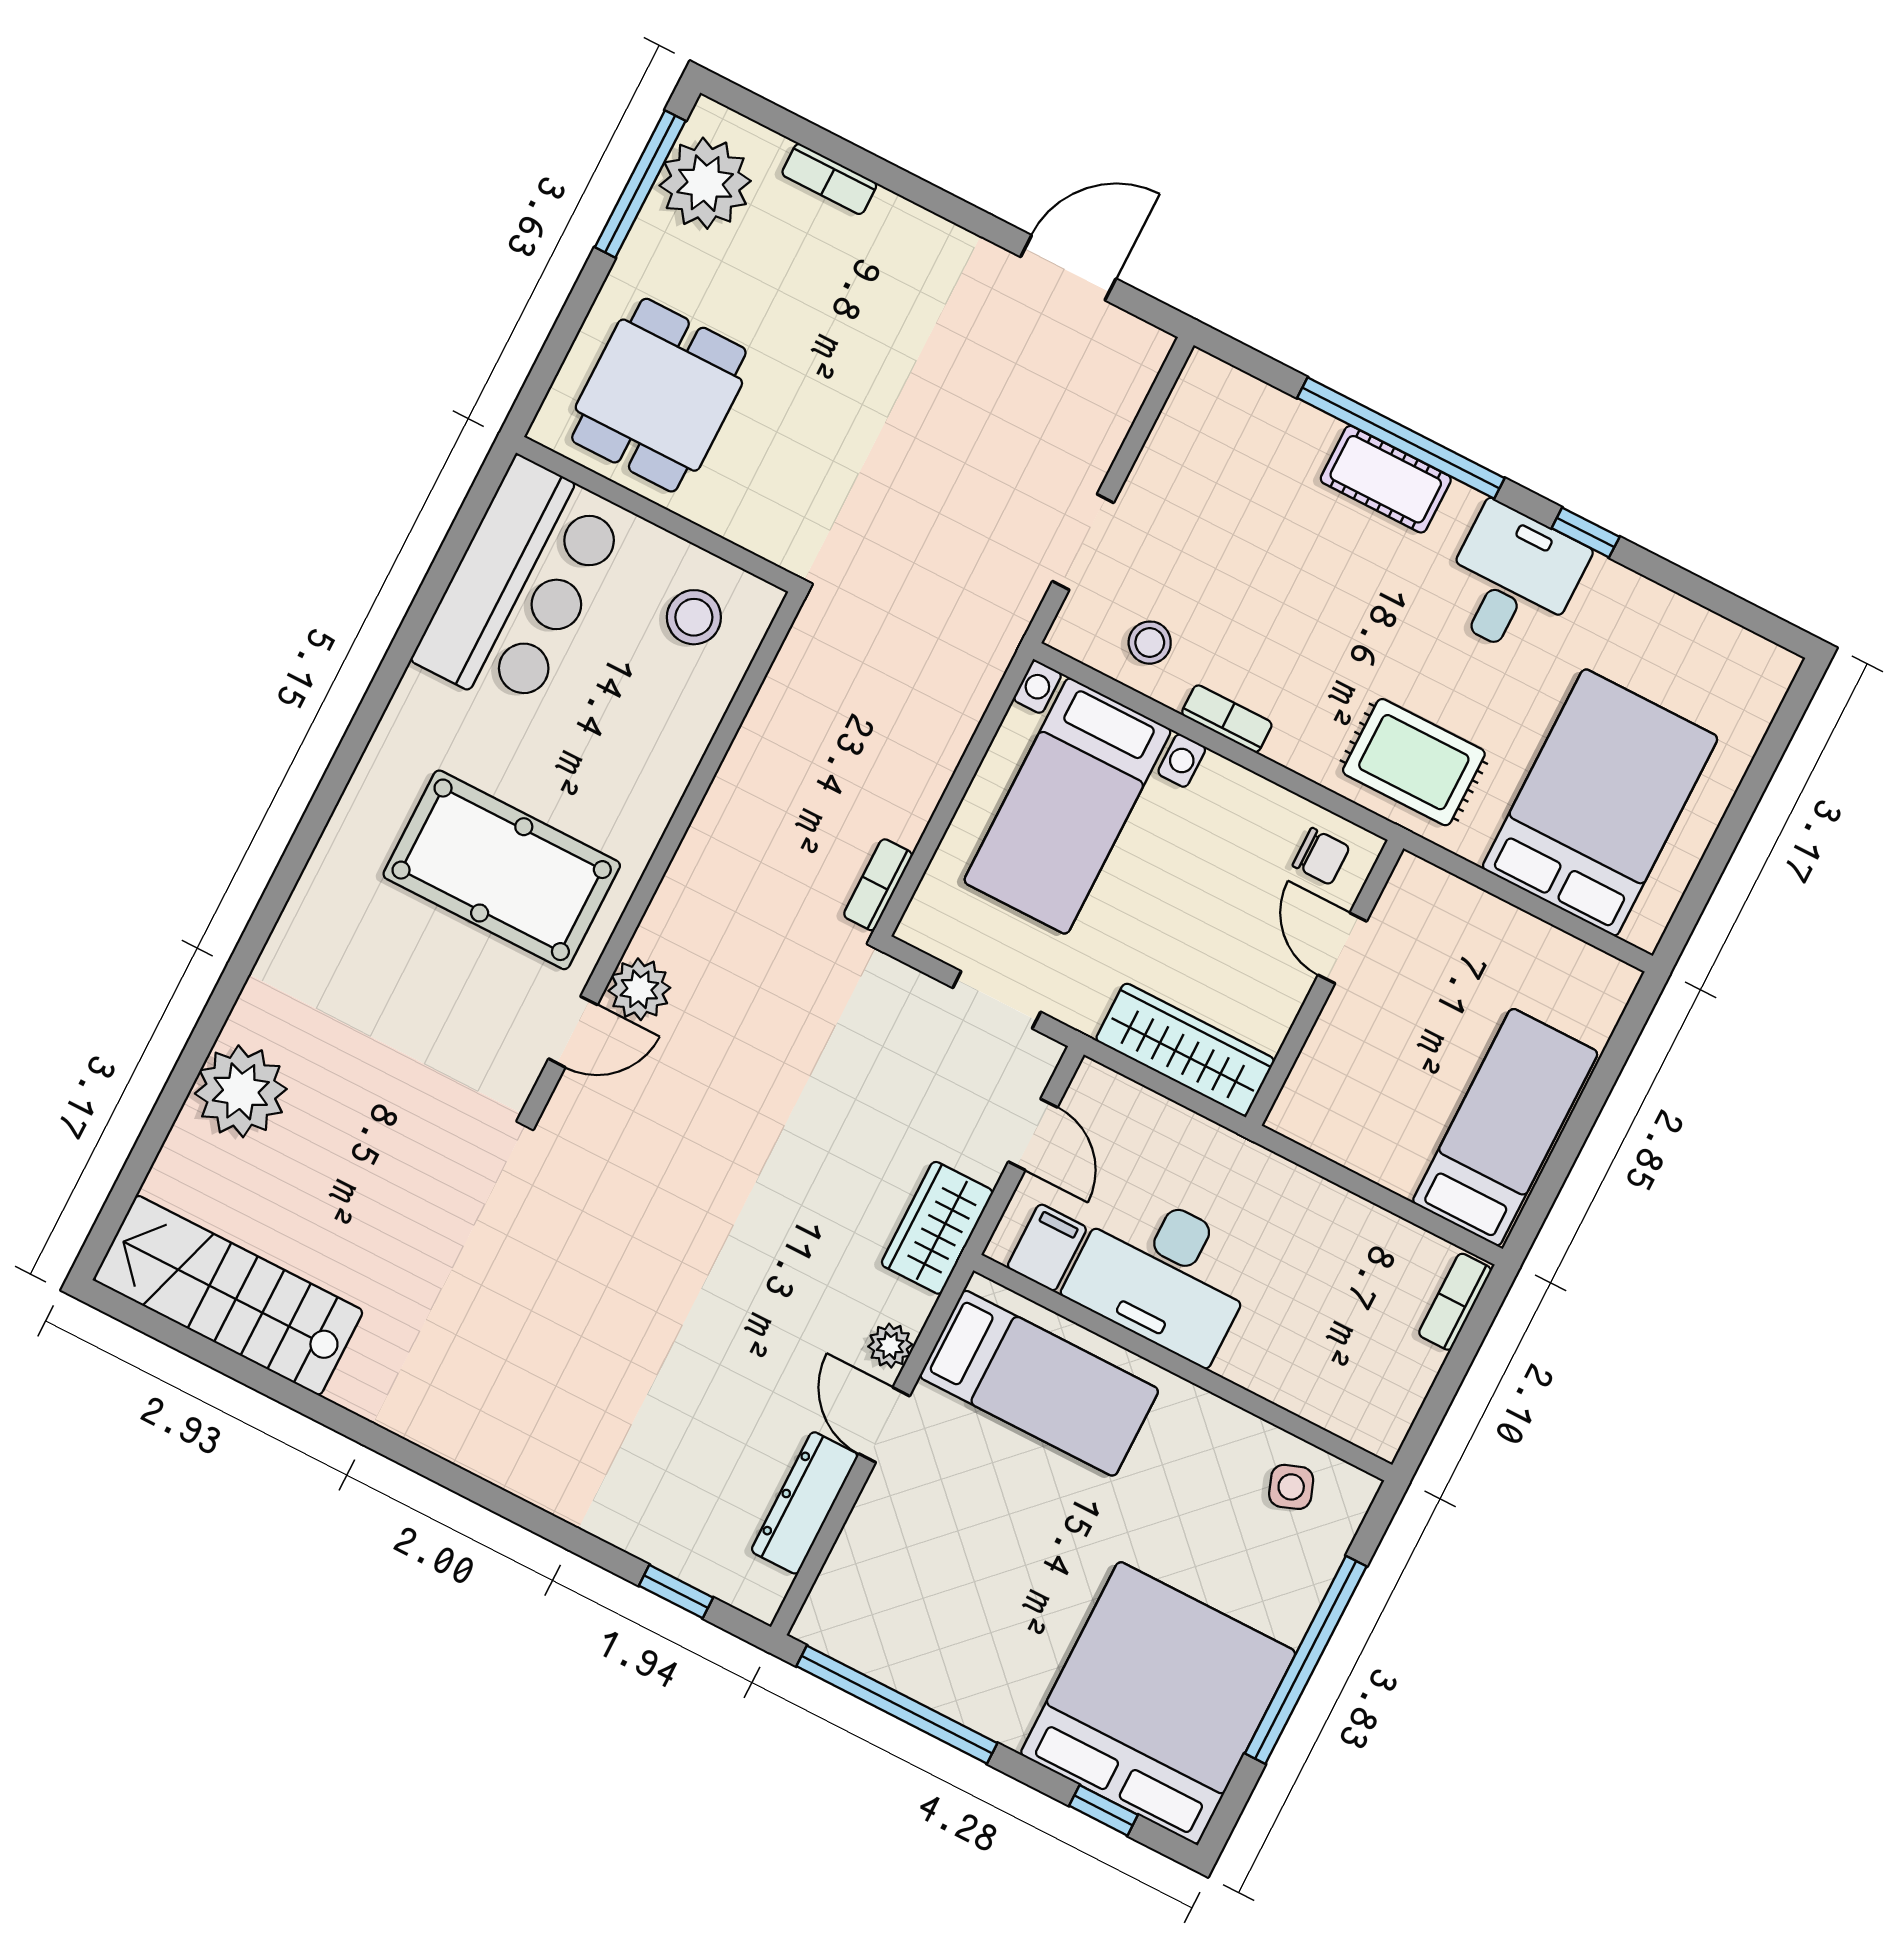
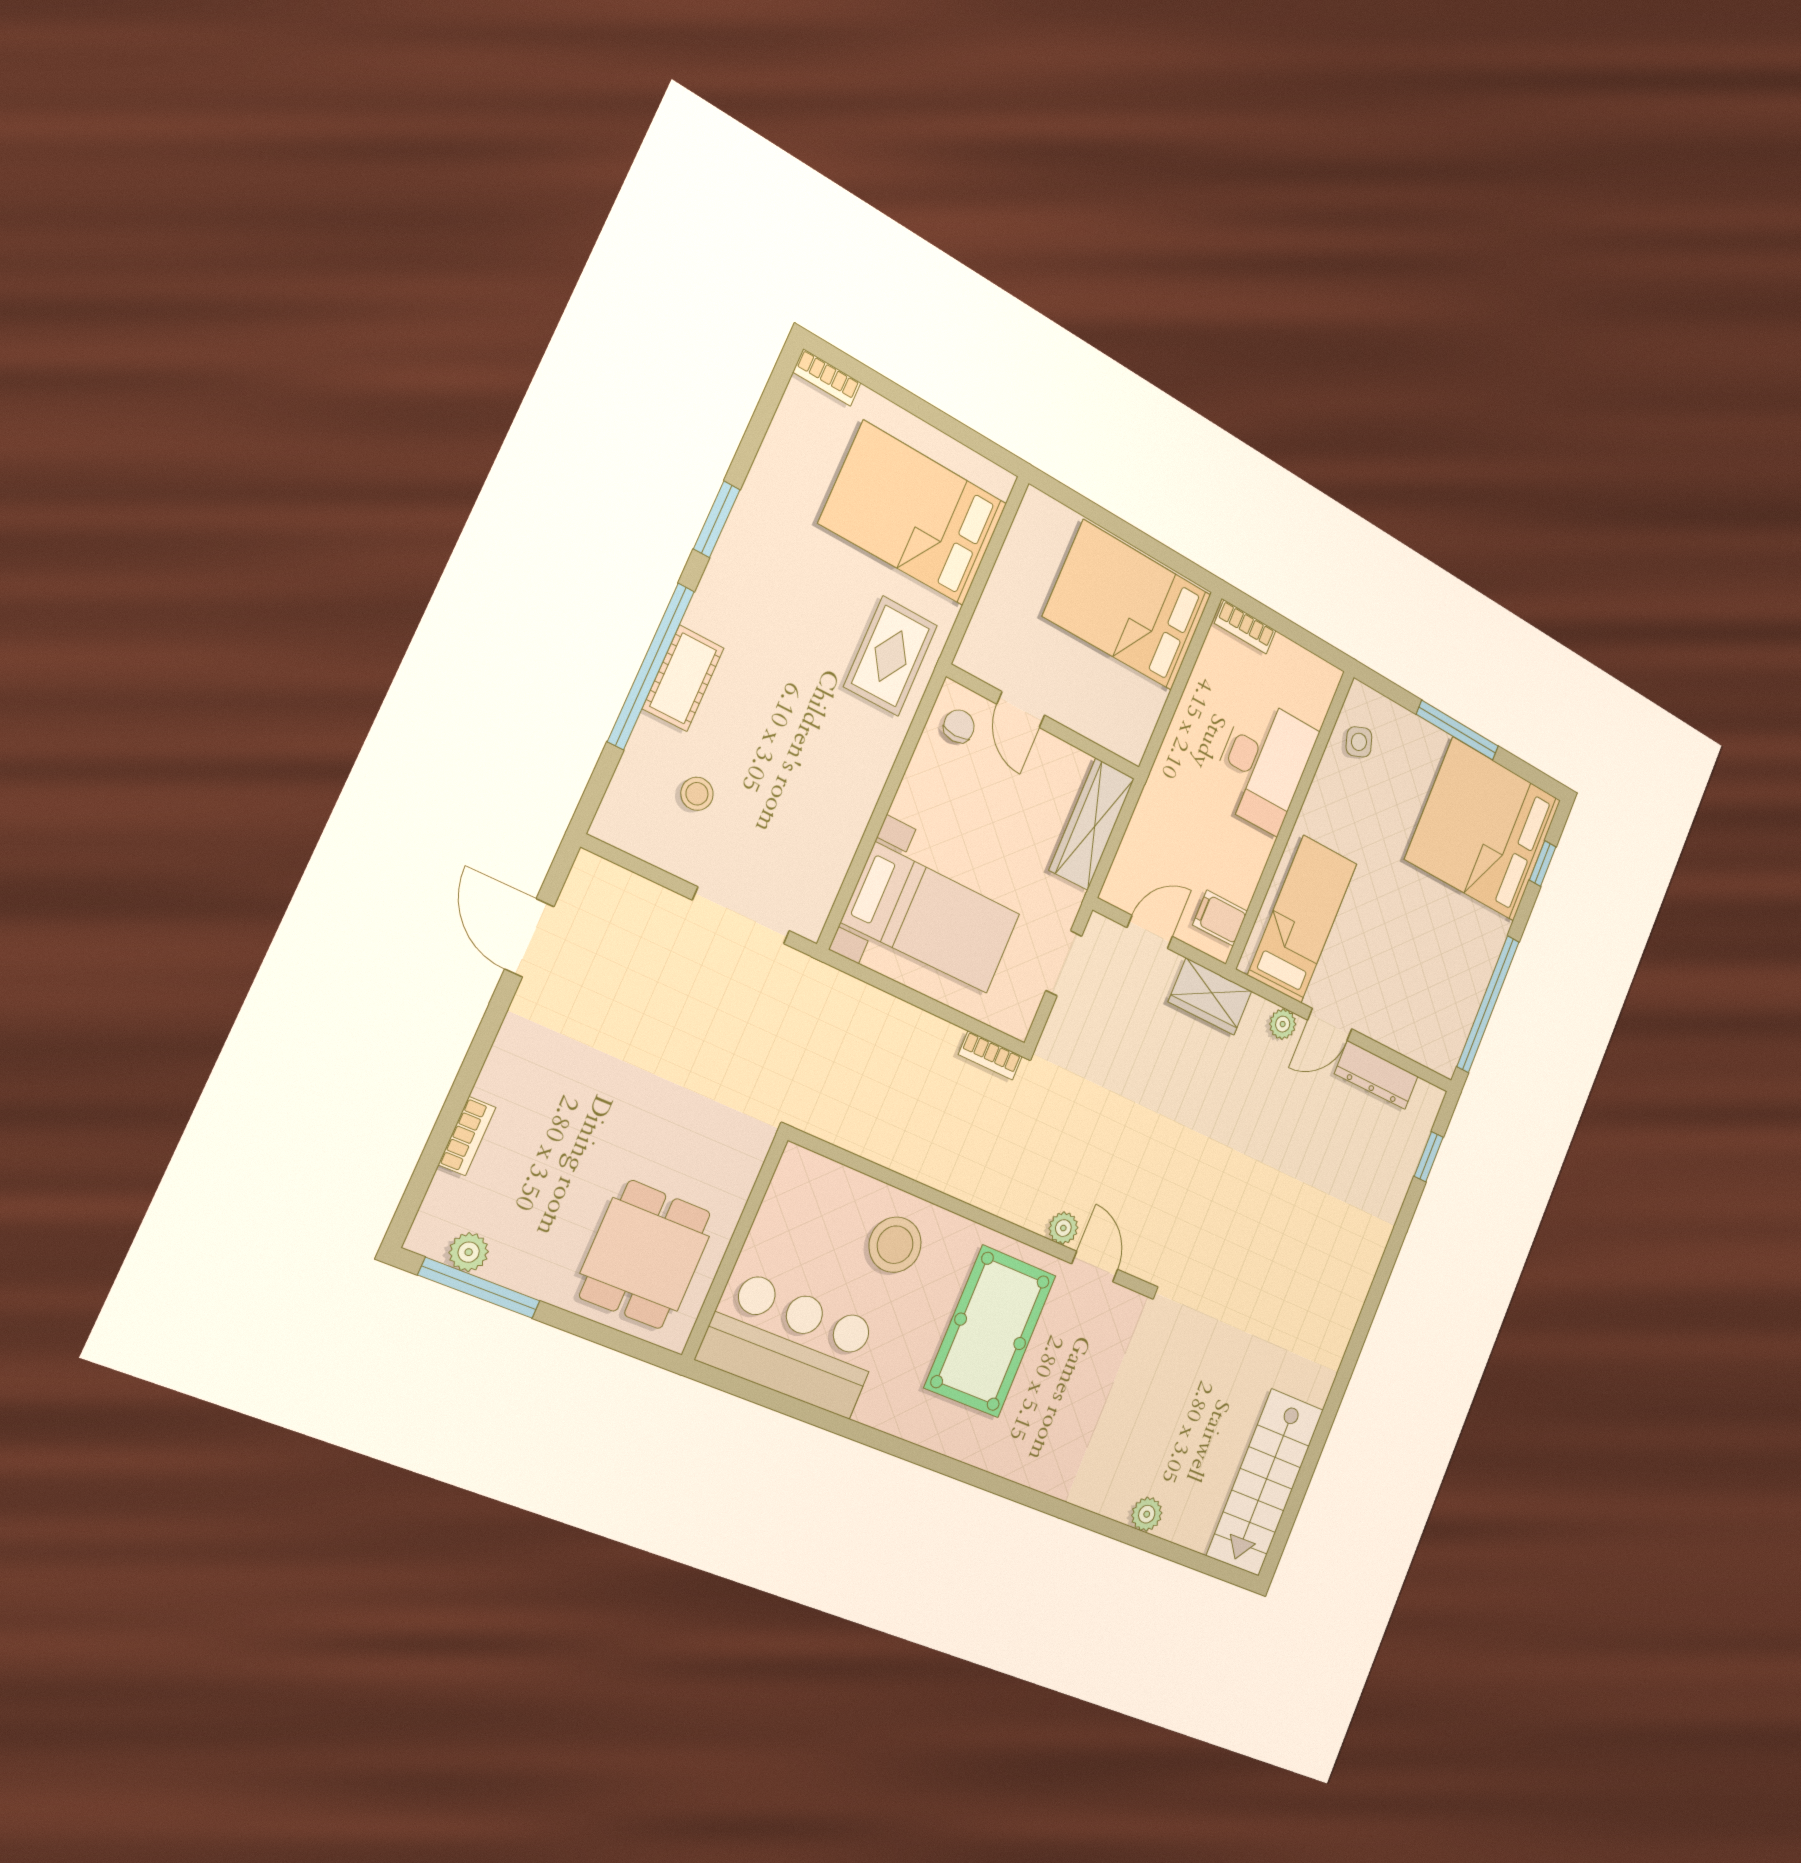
plant: (705, 183) -> (469, 1252), width x0.53, depth x0.53
dining table: (659, 395) -> (645, 1255), turned 90
window: (1586, 532) -> (717, 519), width x1.50
doorway: (1083, 542) -> (741, 916), width x1.38
desk: (1512, 580) -> (755, 578), removed
stool: (694, 617) -> (895, 1245), moved, width x1.38, depth x1.38
stool: (1150, 643) -> (697, 794), moved
bookcase: (1227, 719) -> (827, 377), moved, turned -90
door: (1342, 948) -> (1021, 710), hinge flipped
plant: (639, 989) -> (1063, 1228), width x0.73, depth x0.73
plant: (241, 1091) -> (1147, 1514), width x0.53, depth x0.53
bed: (1505, 1127) -> (1128, 605), width x1.50
desk: (1163, 1274) -> (1263, 764), moved
window: (1306, 1660) -> (1458, 730), width x0.68

